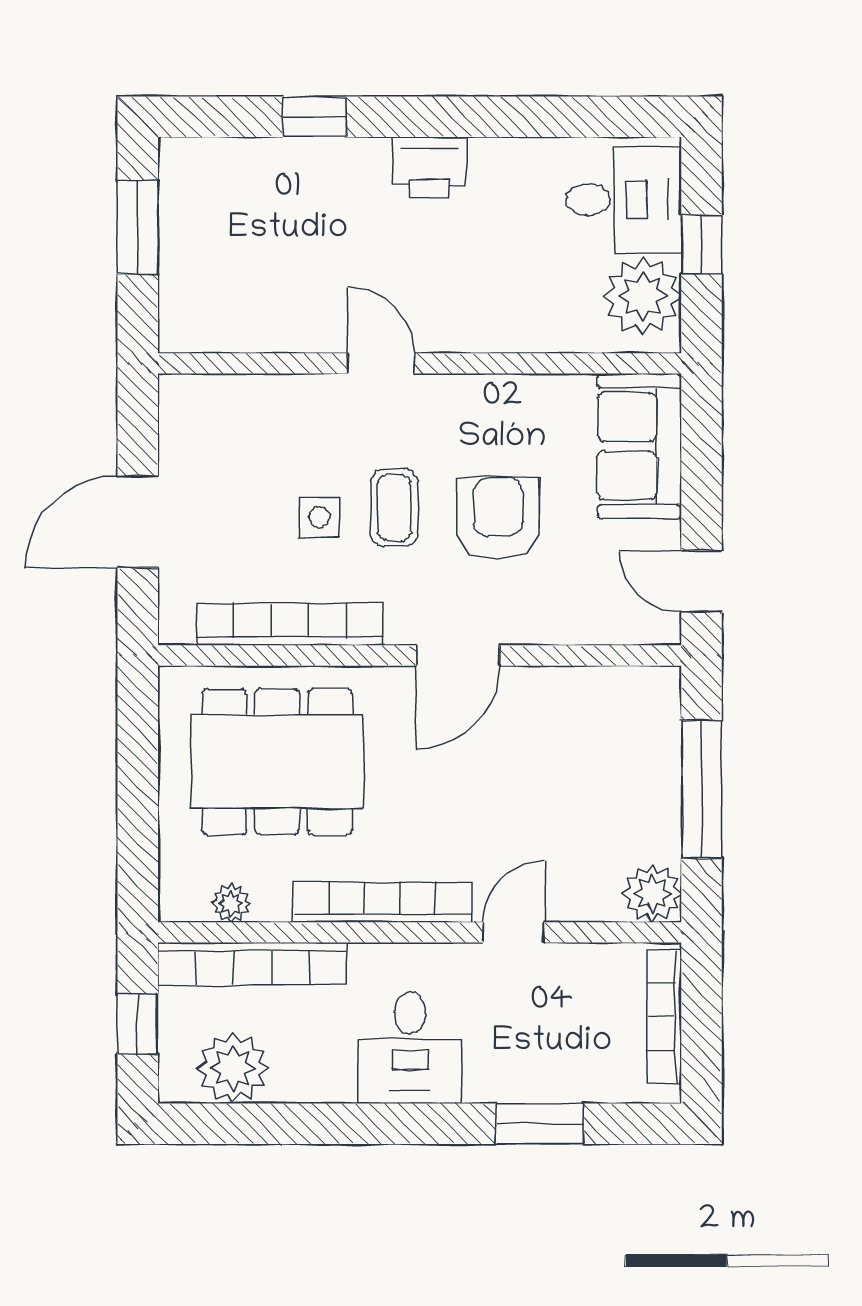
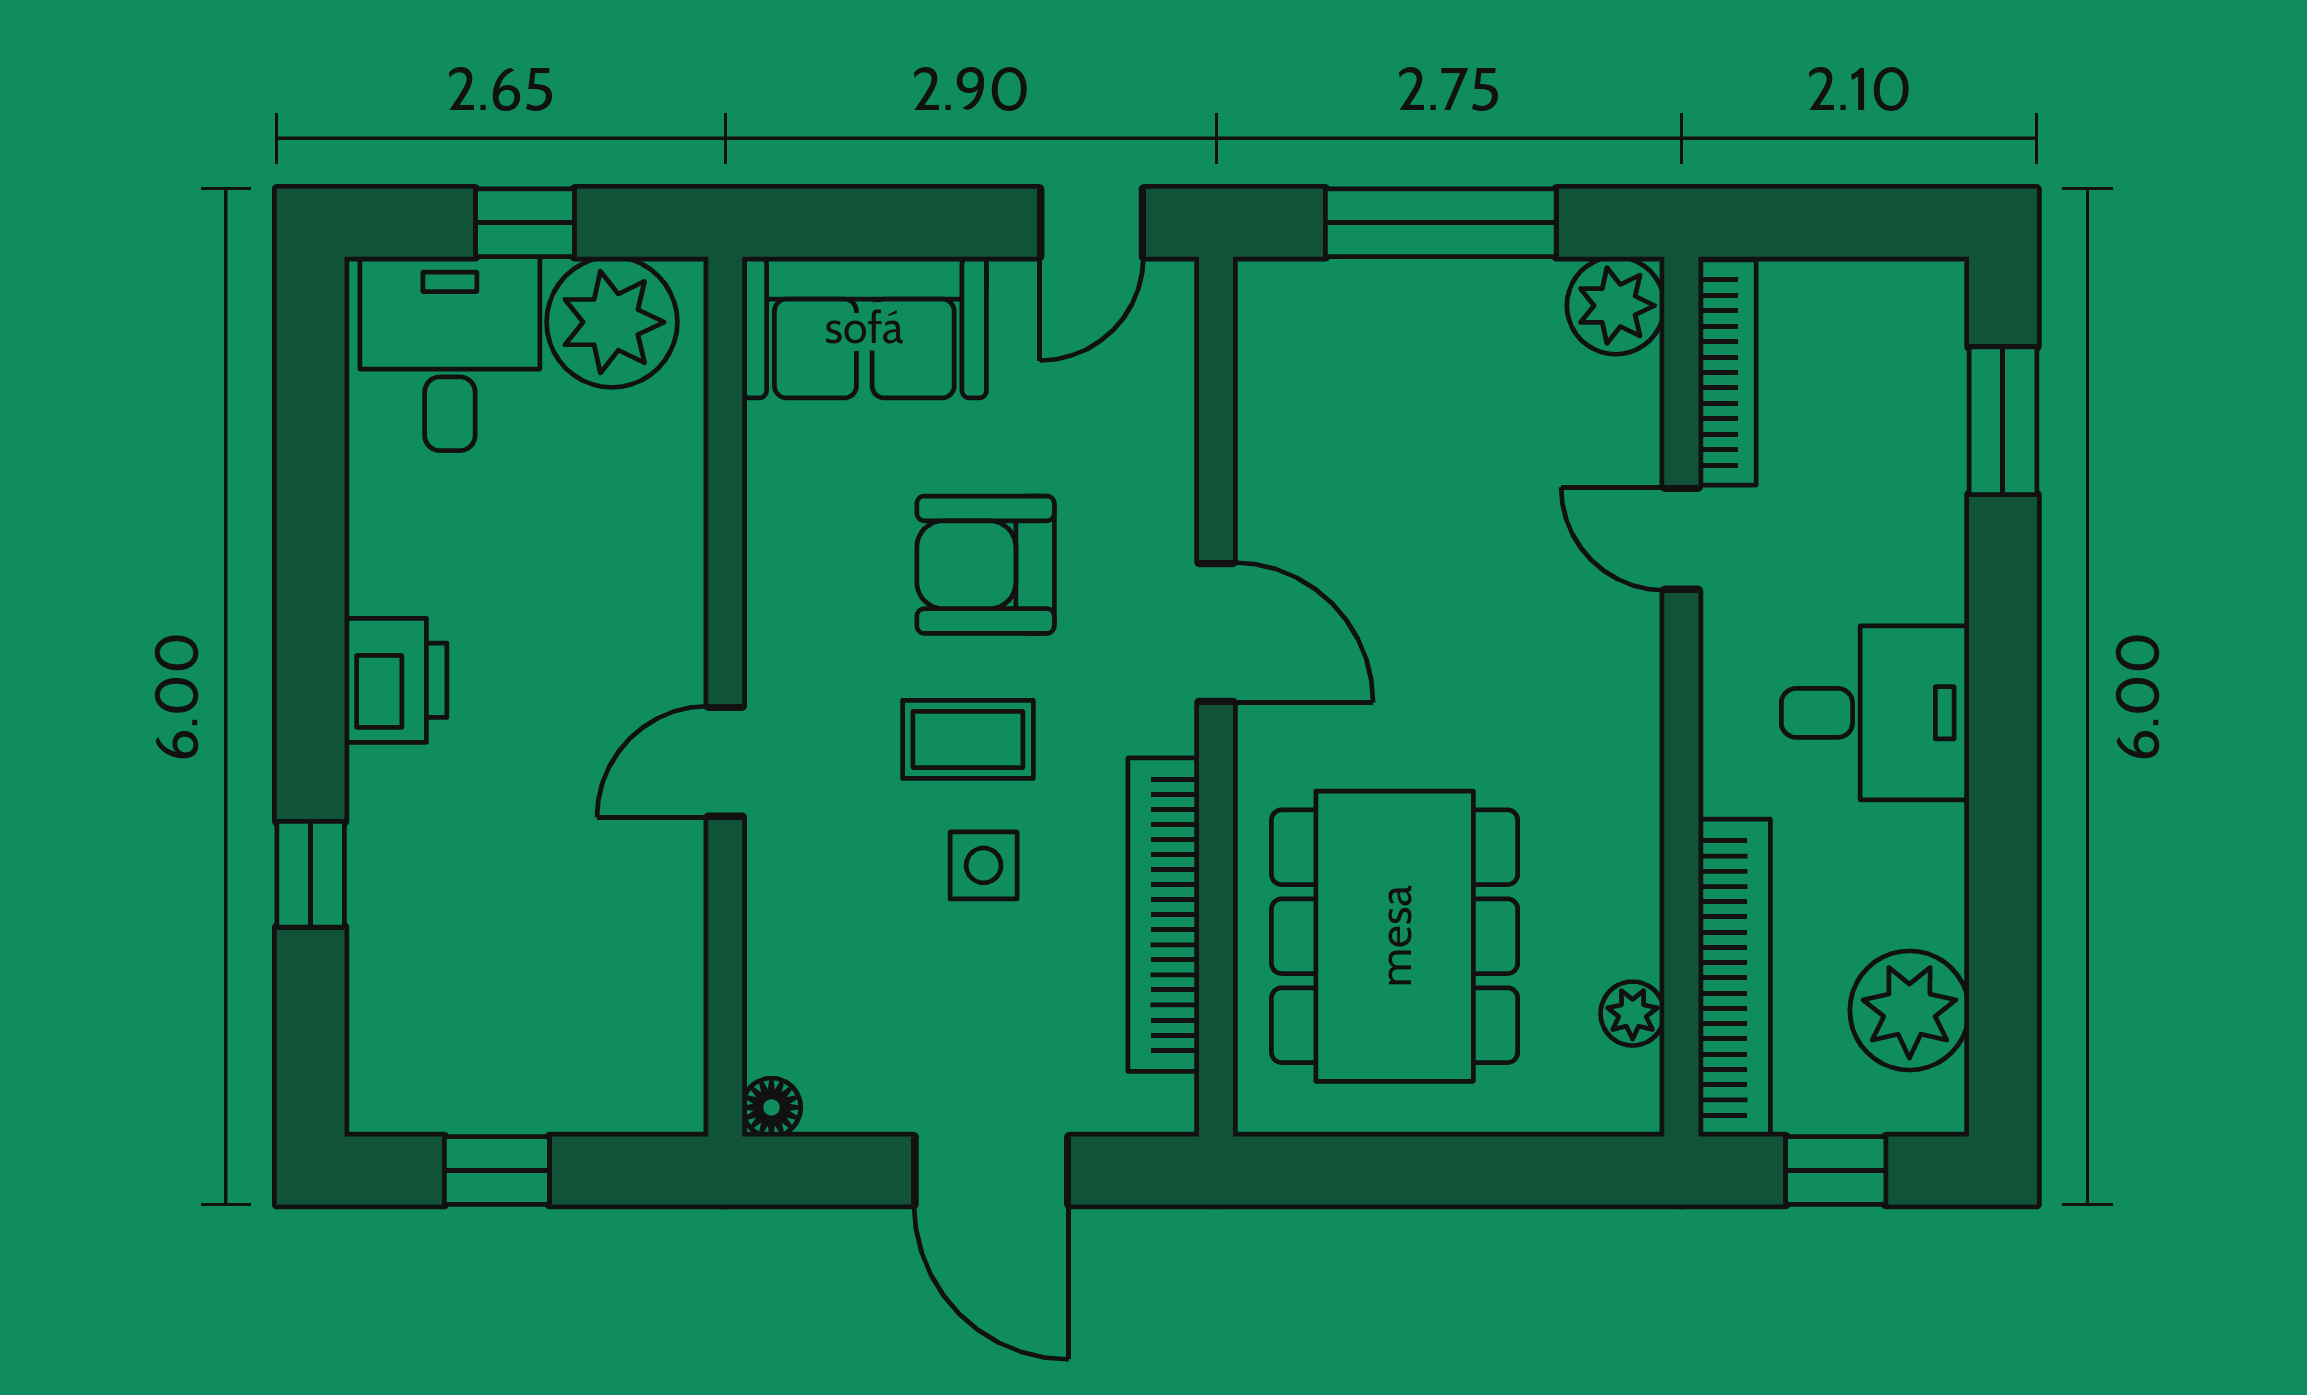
window: (138, 228) -> (497, 1171), width x0.67
floor lamp: (175, 391) -> (771, 1107), added
bookcase: (382, 902) -> (1630, 759), removed
bookcase: (664, 1017) -> (1727, 373), moved, turned -90
window: (540, 1124) -> (2003, 421), moved

